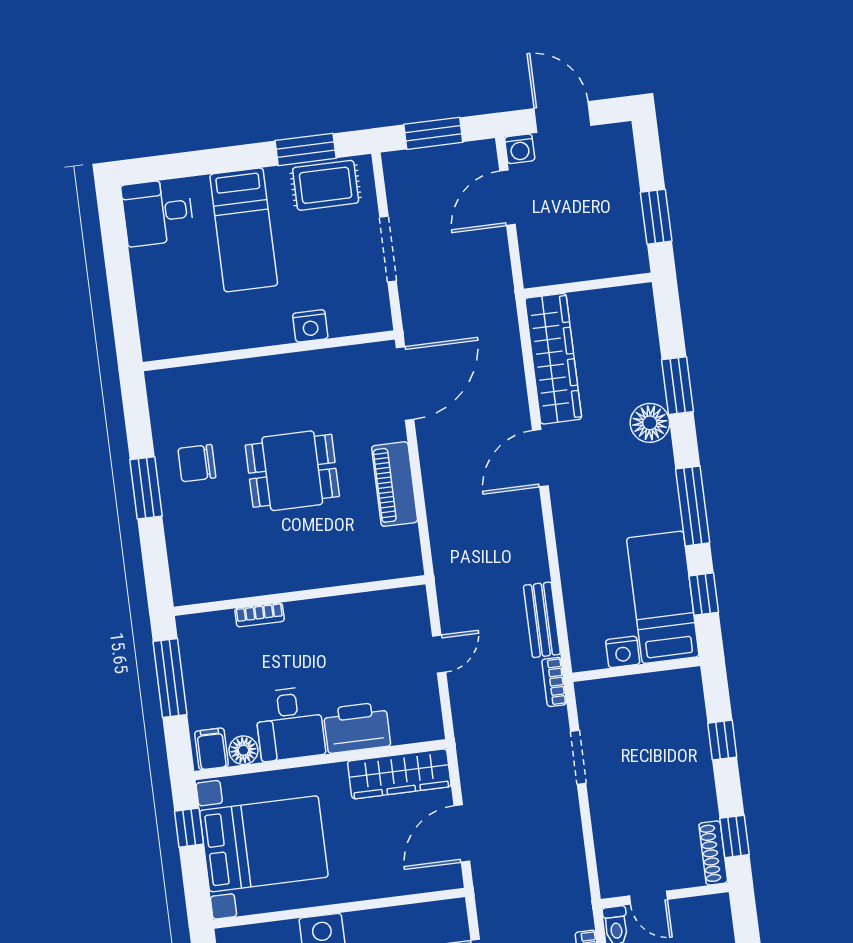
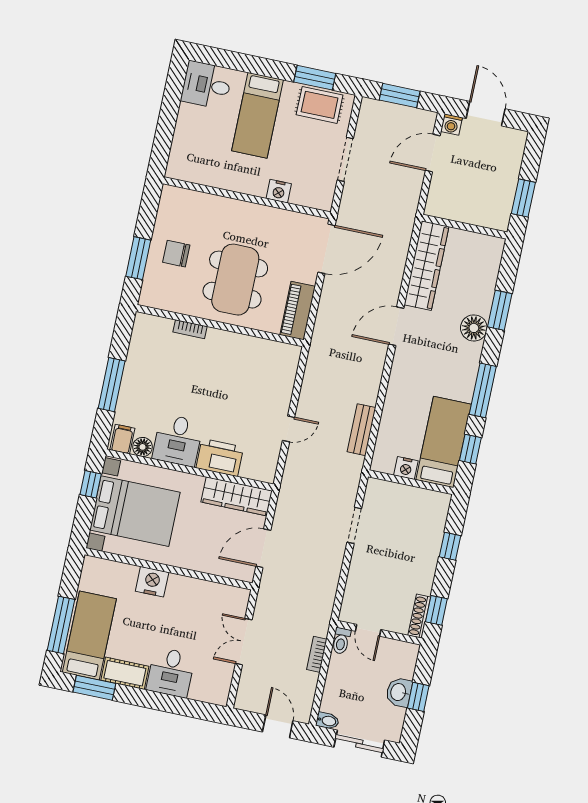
dining table: (292, 471) -> (235, 280), width x1.38
wall: (300, 595) -> (220, 326), moved
bookcase: (260, 615) -> (190, 329), moved
bookcase: (554, 682) -> (356, 472), removed

